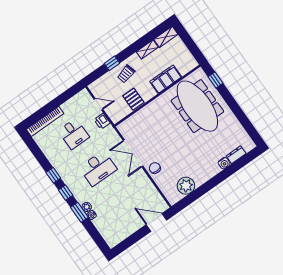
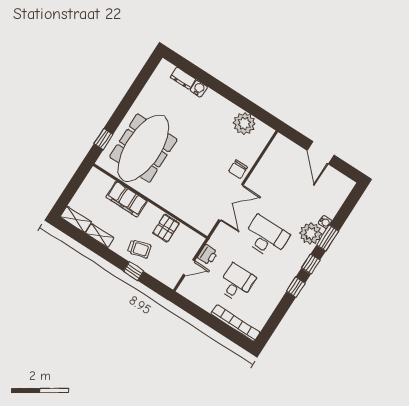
door: (98, 104) -> (189, 268), swing flipped
plant: (87, 207) -> (311, 233), width x1.87, depth x1.87
door: (156, 222) -> (320, 153), moved

